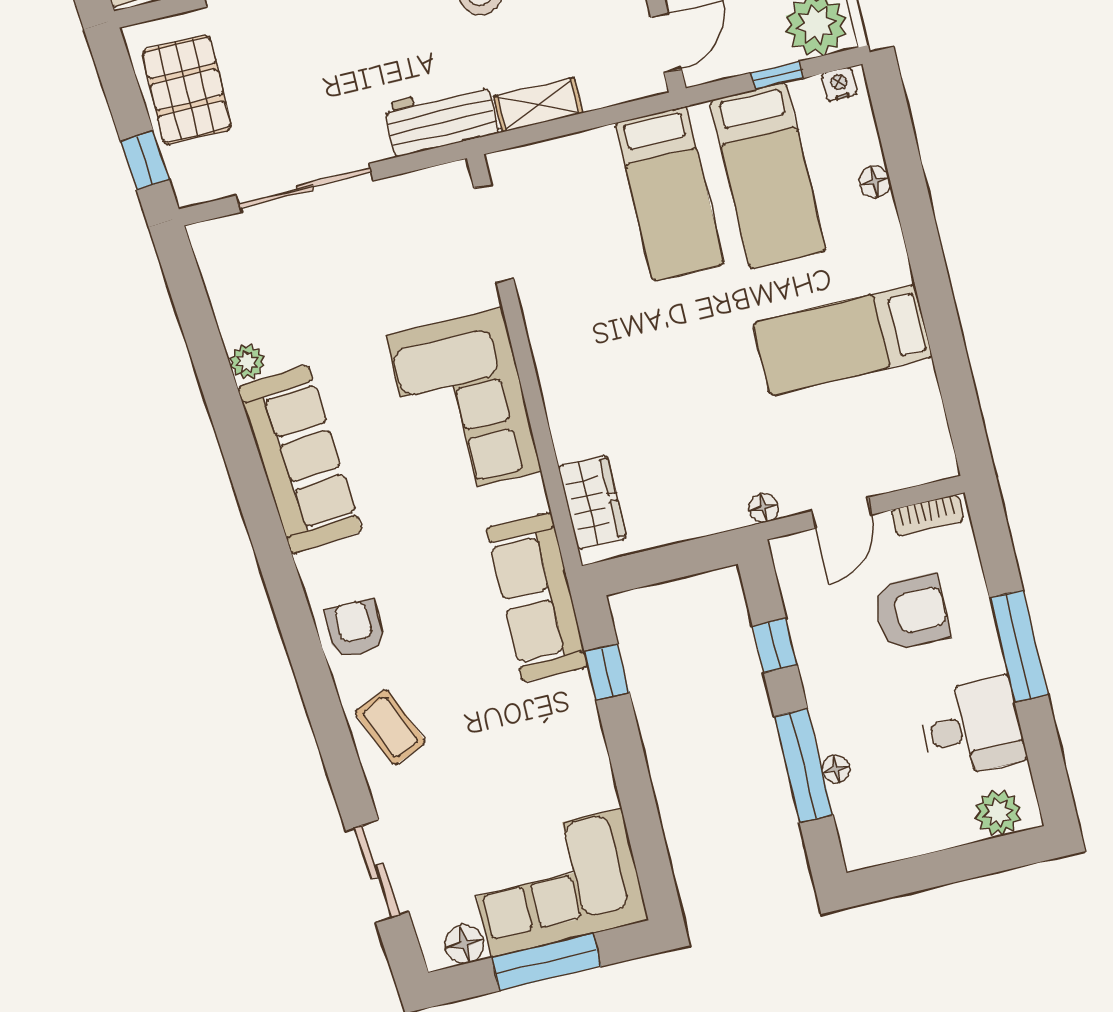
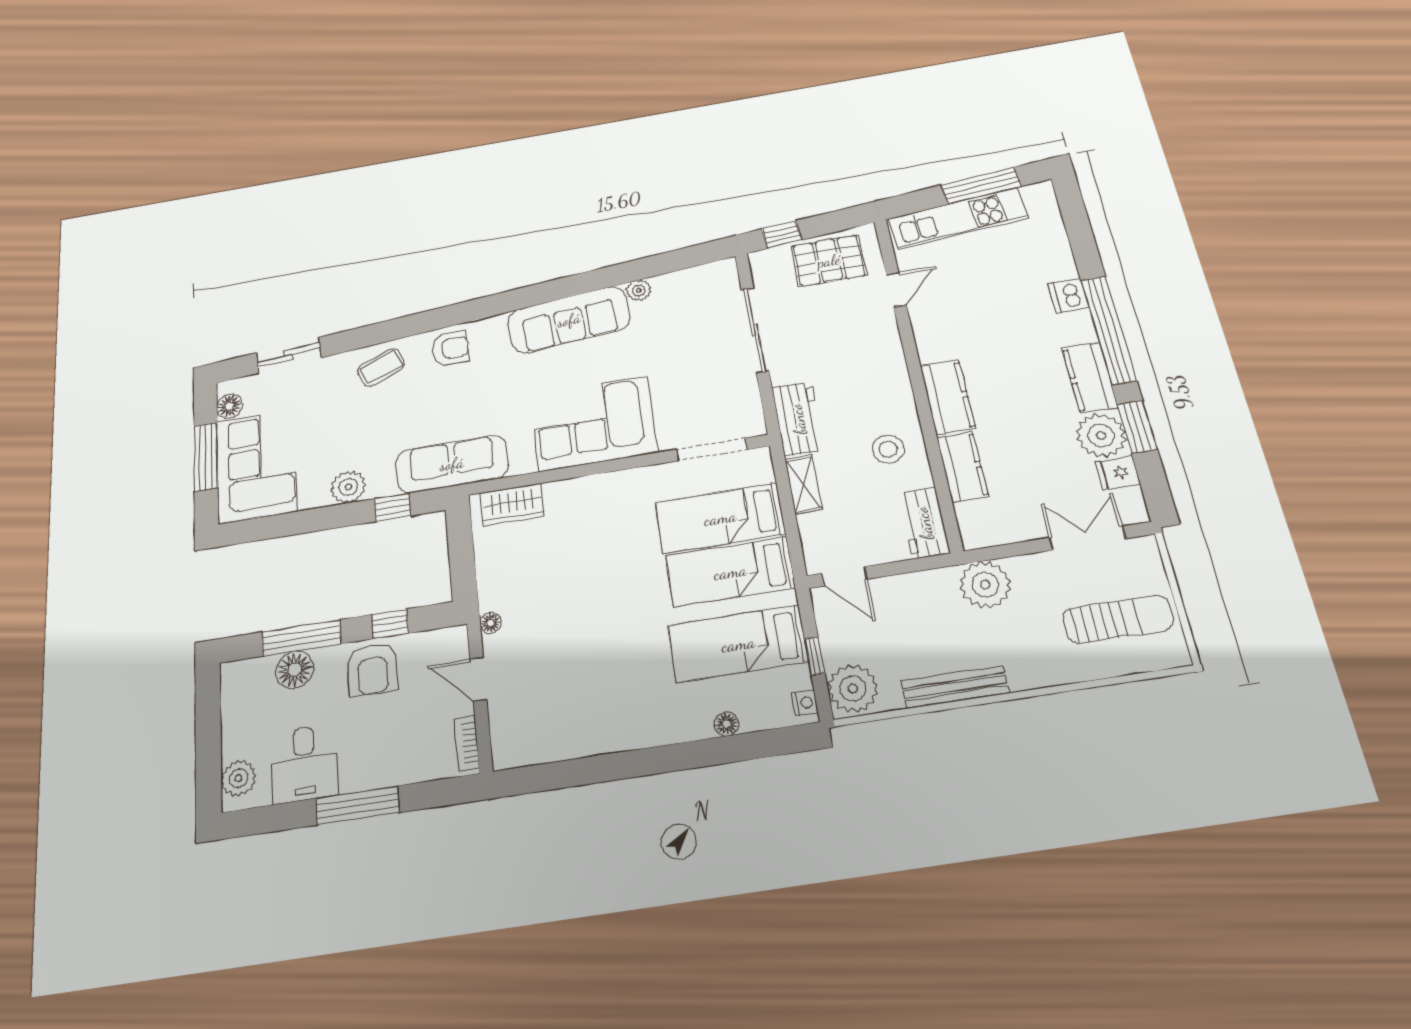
bed: (843, 340) -> (720, 518), moved, turned -90
armchair: (911, 612) -> (372, 669), moved
plant: (580, 741) -> (348, 487), added
floor lamp: (836, 769) -> (295, 670), width x1.89, depth x1.89

